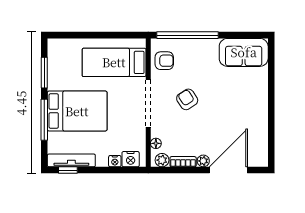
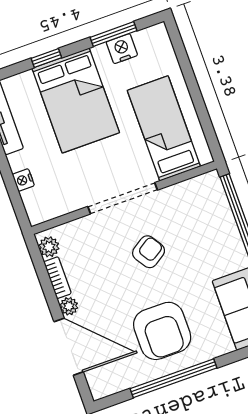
armchair: (164, 61) -> (162, 331), moved, width x1.88, depth x1.88
window: (271, 112) -> (174, 378), added
window: (44, 120) -> (46, 58), width x0.46
floor lamp: (156, 143) -> (70, 230), removed
nightstand: (131, 159) -> (122, 49), moved, turned 90

